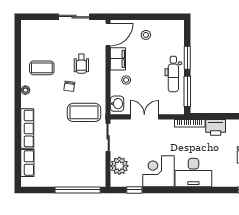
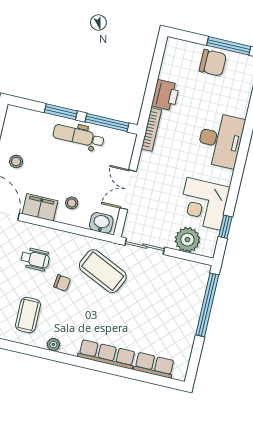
dental chair: (173, 74) -> (78, 136), turned 180
coffee table: (84, 112) -> (103, 271), turned -65
corner desk: (159, 171) -> (204, 204), moved

